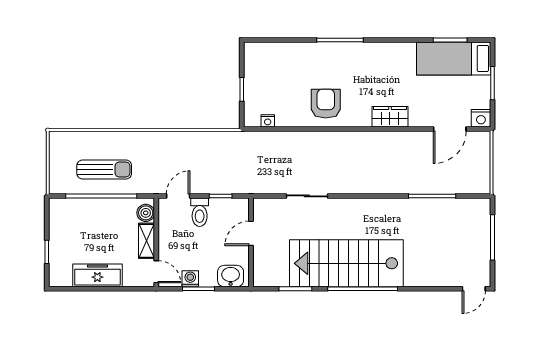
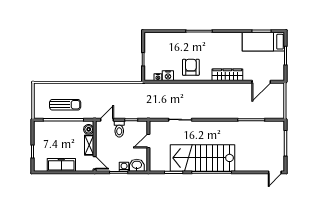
wardrobe: (390, 117) -> (227, 75), width x1.50
nightstand: (481, 118) -> (168, 76), moved
washing machine: (190, 279) -> (124, 167), moved

